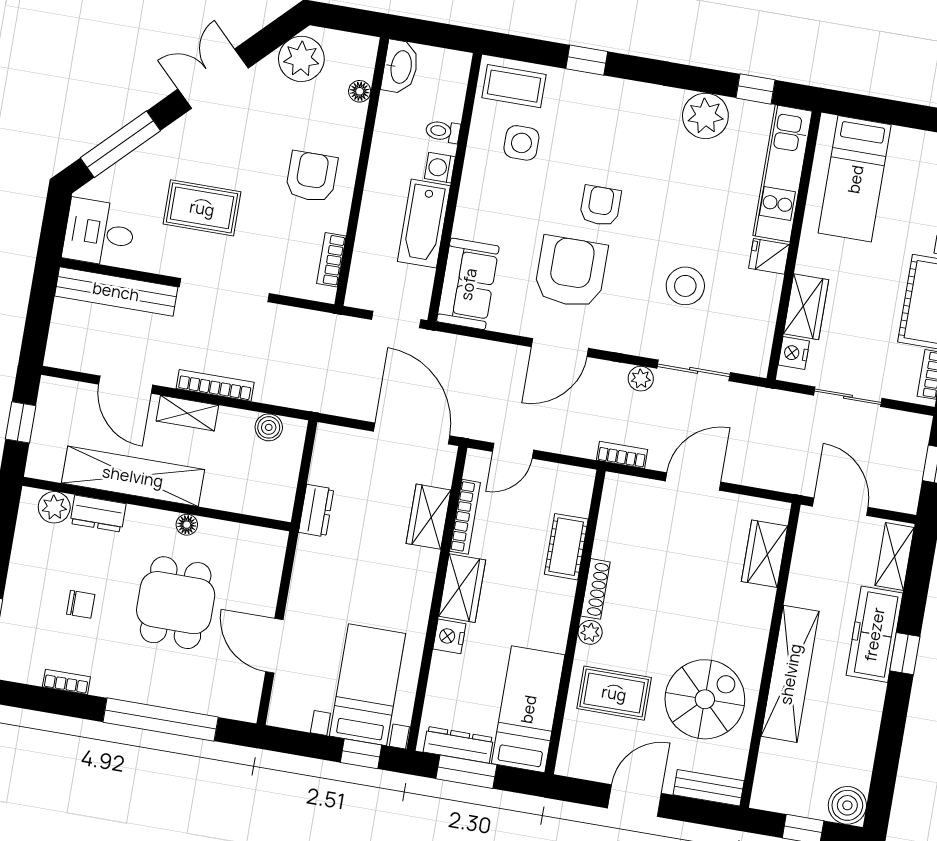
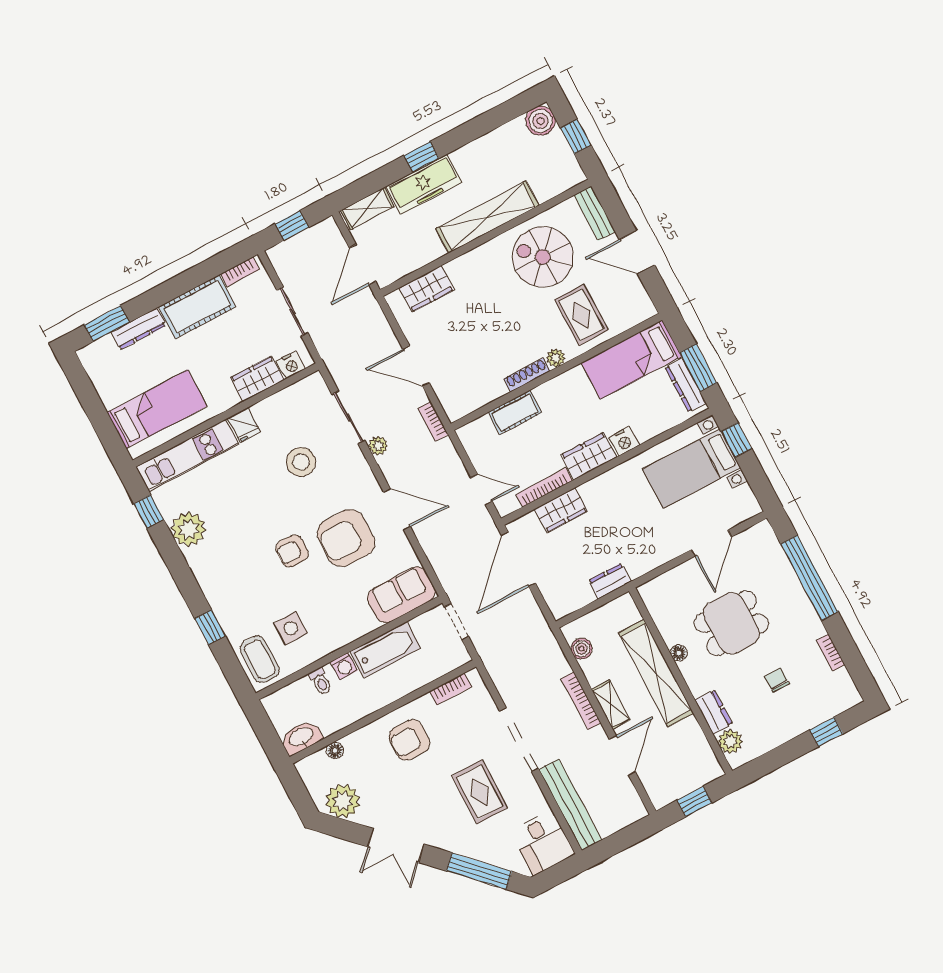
shelving: (133, 476) -> (656, 673), moved

